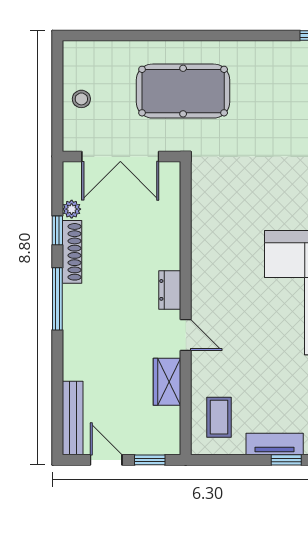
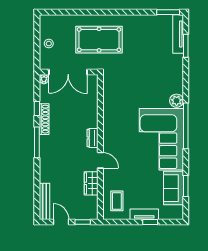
plant: (72, 209) -> (44, 79), moved

